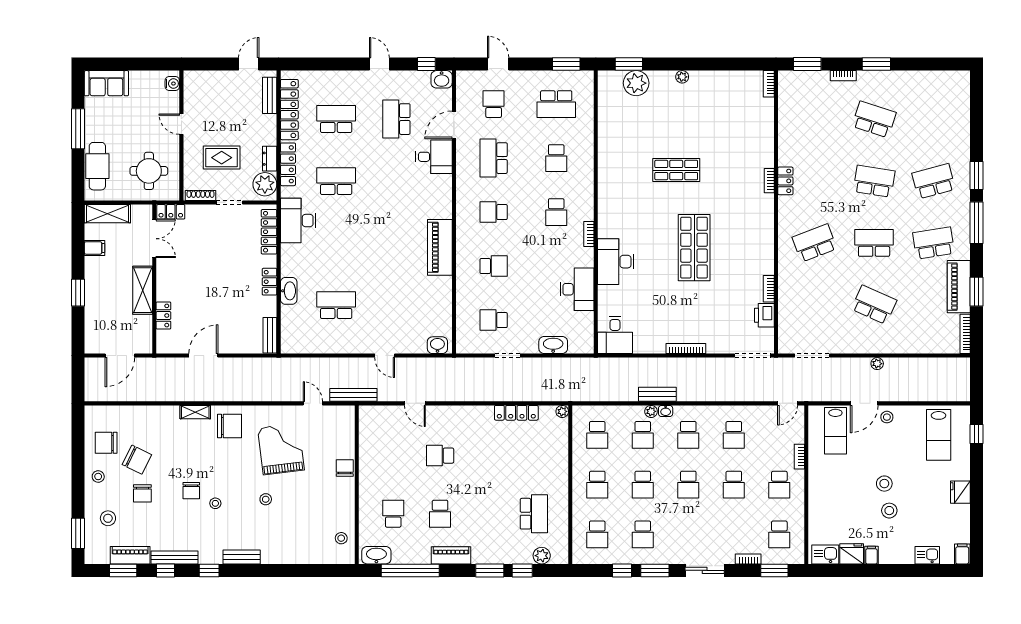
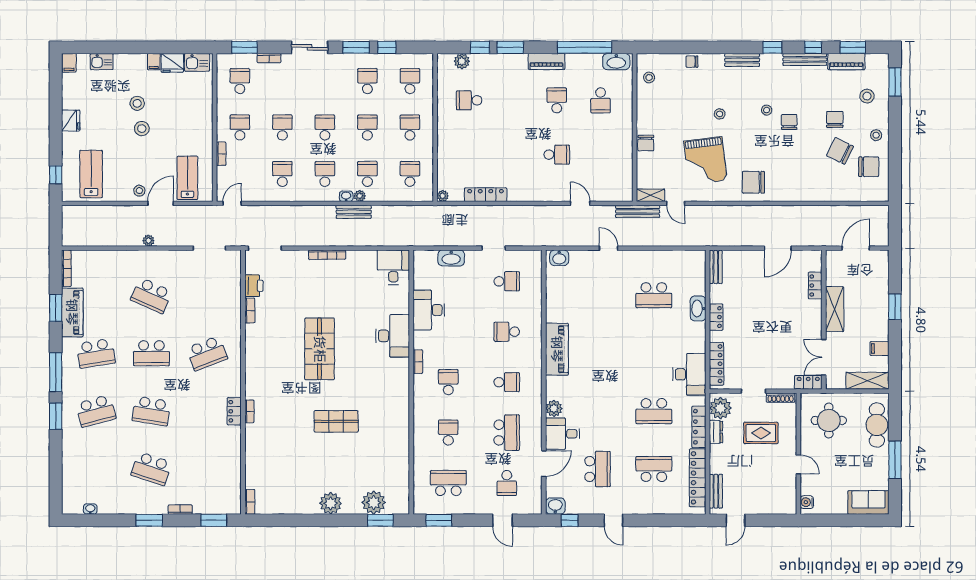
washbasin: (939, 76) -> (90, 509), added
plant: (682, 77) -> (331, 503), width x1.88, depth x1.88
school desk: (336, 119) -> (654, 469), turned 180
plant: (443, 184) -> (554, 408), added
shelving: (195, 412) -> (651, 195), moved
school desk: (534, 514) -> (469, 100), width x0.54
chair: (295, 555) -> (692, 62), added

